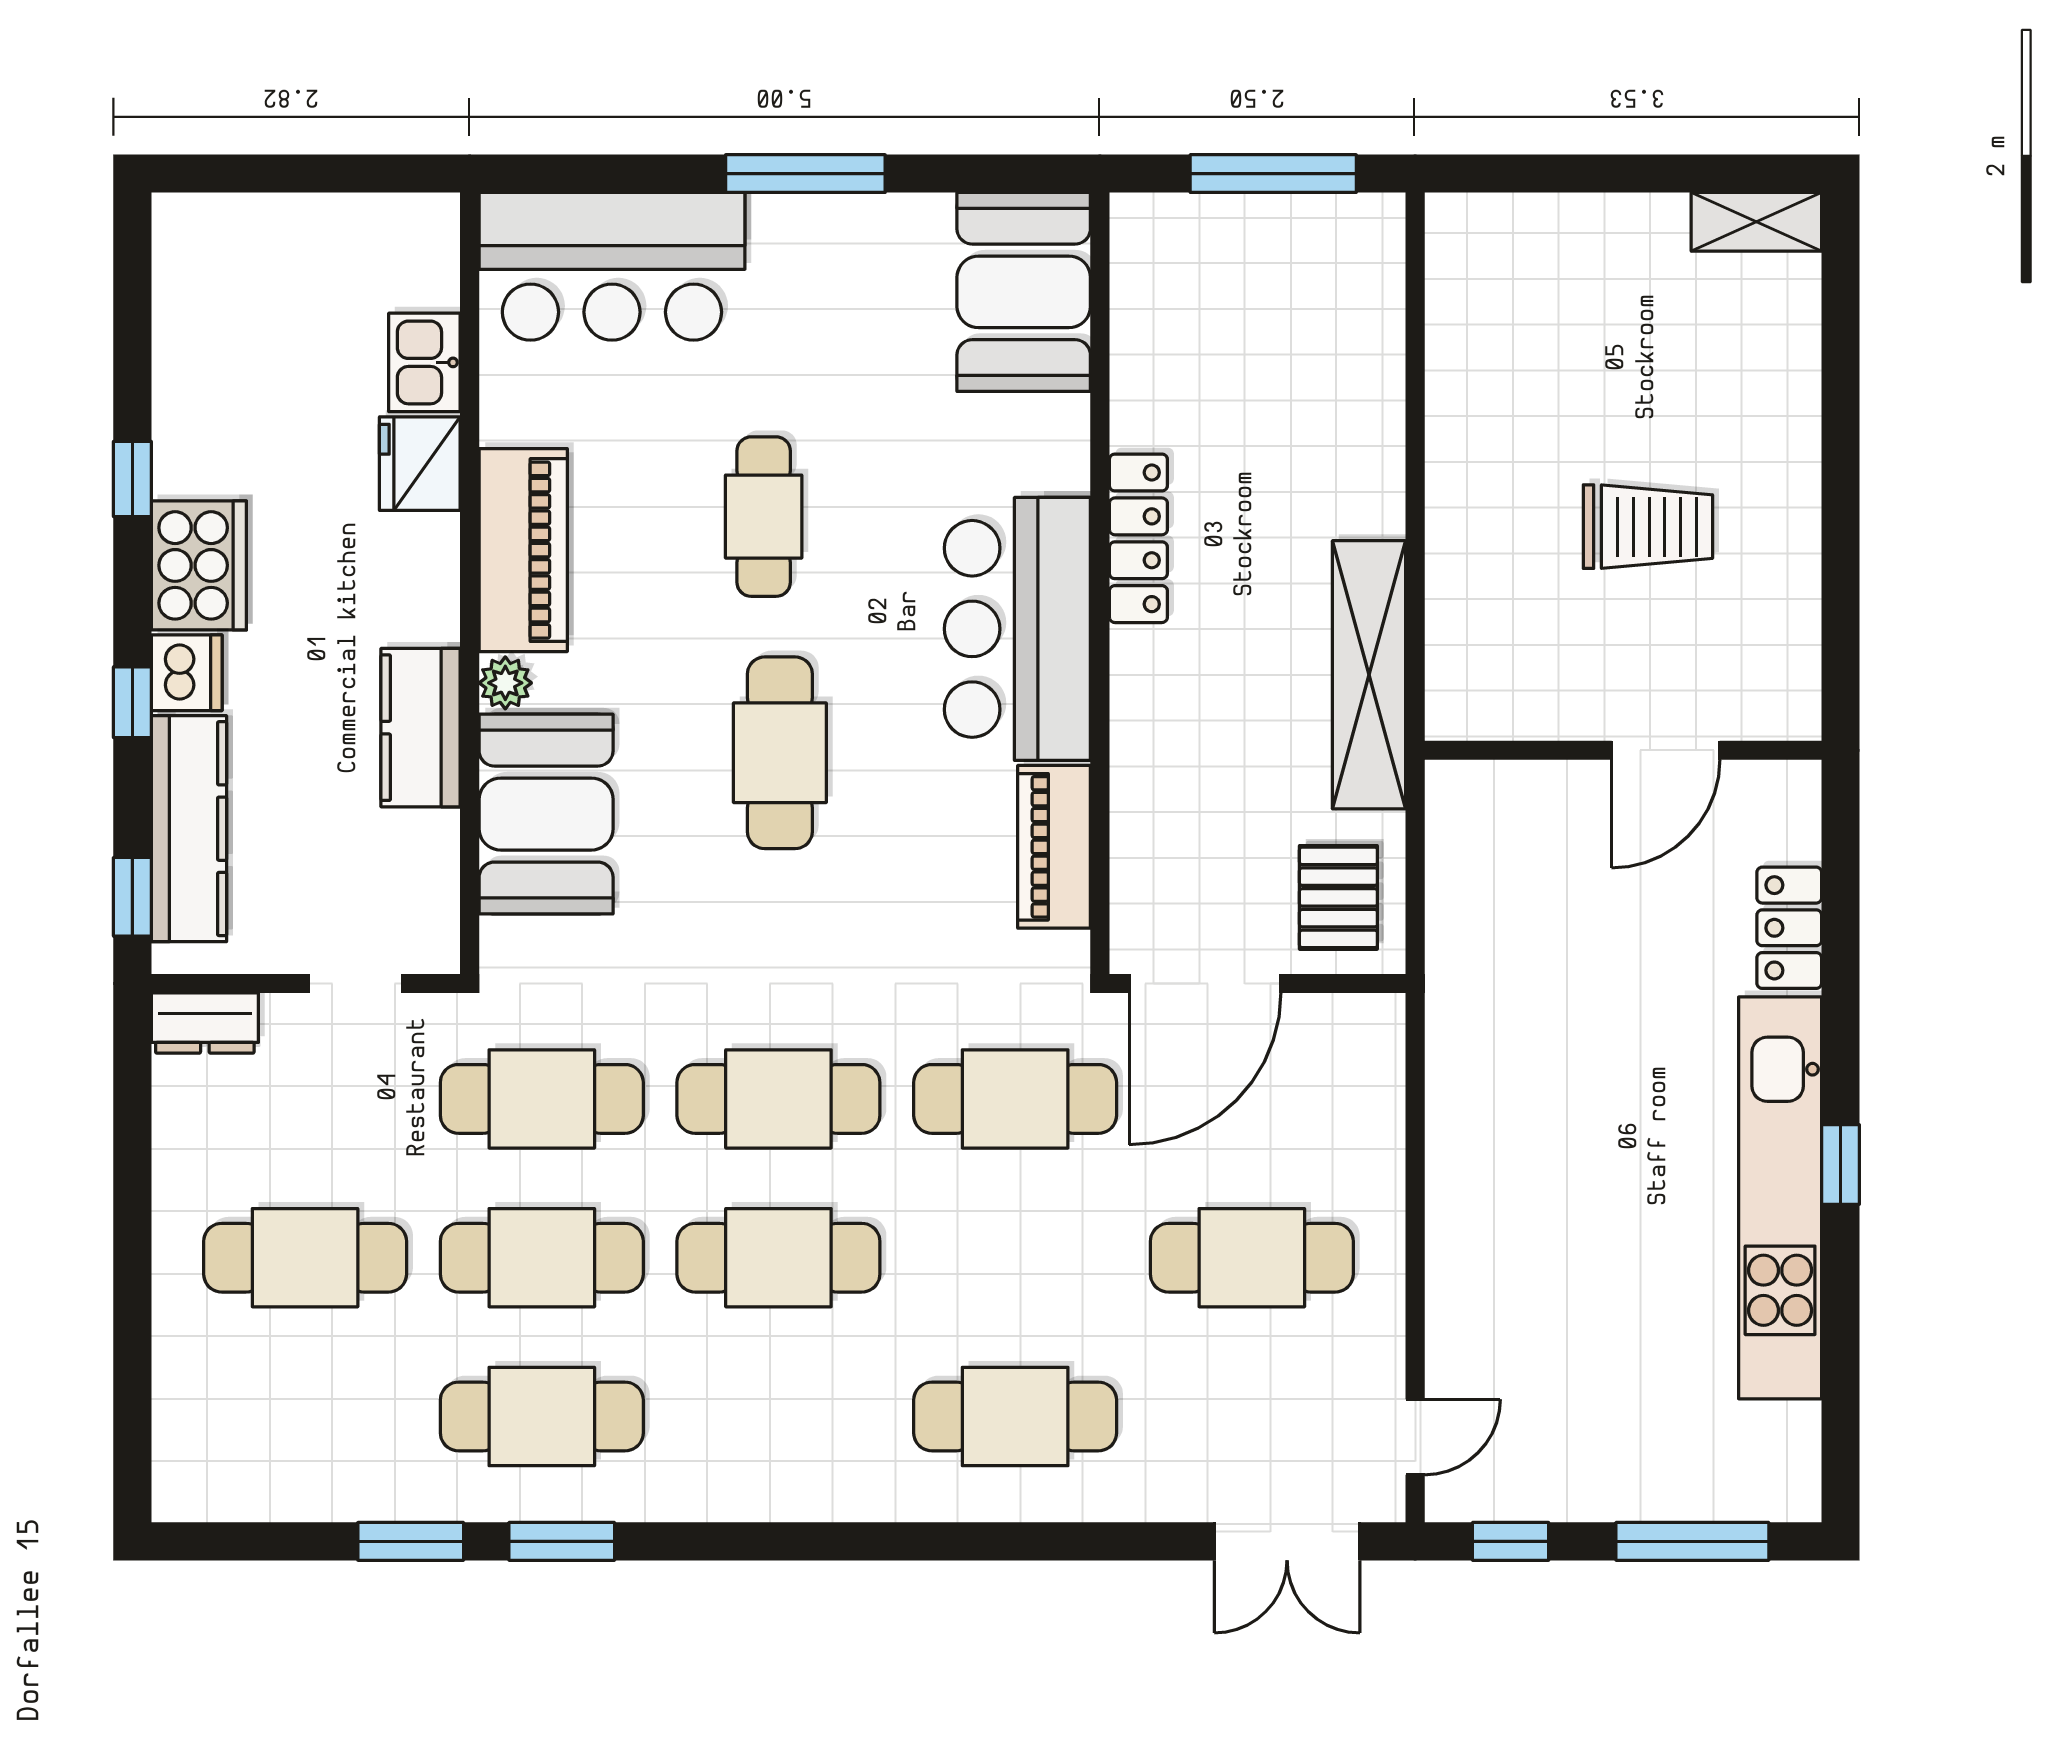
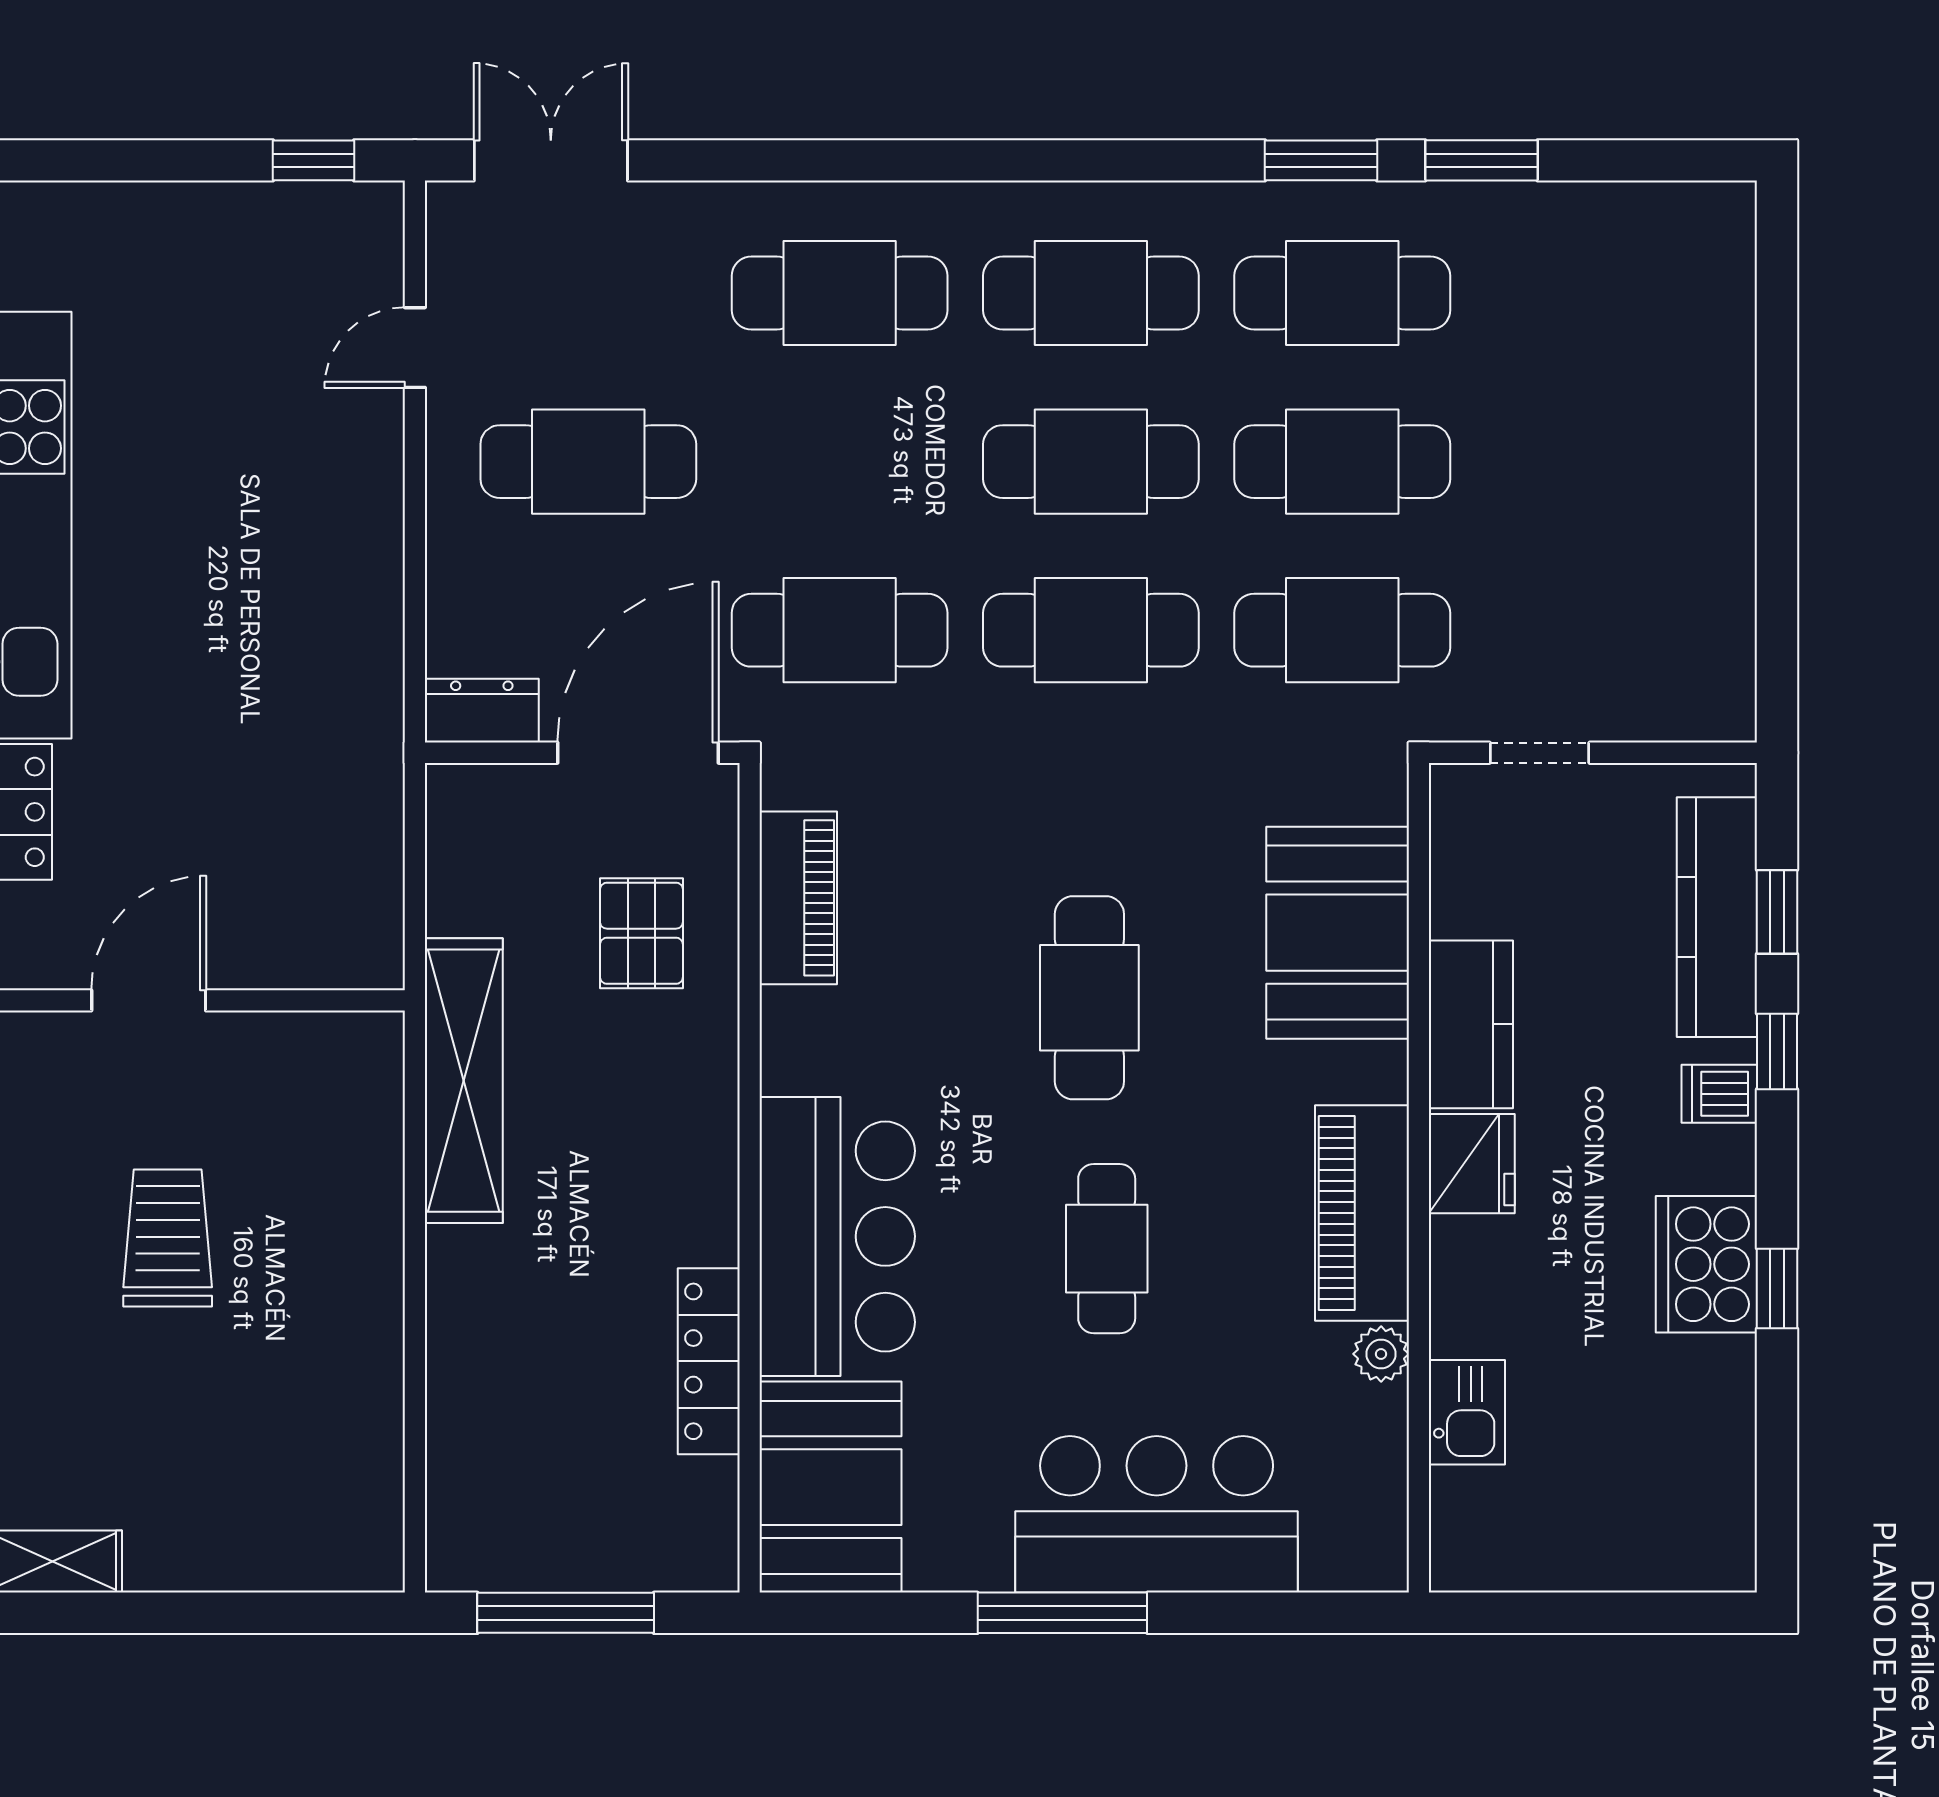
bar counter: (612, 266) -> (1157, 1514), moved
fridge: (420, 464) -> (1472, 1164), moved
trolley: (1648, 527) -> (168, 1238), turned 90
locker: (1138, 538) -> (709, 1361), moved
cooker: (199, 565) -> (1706, 1264), moved
bar counter: (1017, 629) -> (837, 1236), moved
dishwasher: (187, 673) -> (1719, 1094), width x0.73
plant: (505, 683) -> (1381, 1354), moved
window: (132, 897) -> (1777, 912), moved
pallet: (1338, 897) -> (641, 933), moved
dresser: (205, 1023) -> (482, 711), moved
cafe table: (305, 1258) -> (1091, 293), moved
door: (1415, 1437) -> (415, 348), moved
window: (1692, 1541) -> (120, 160), removed

